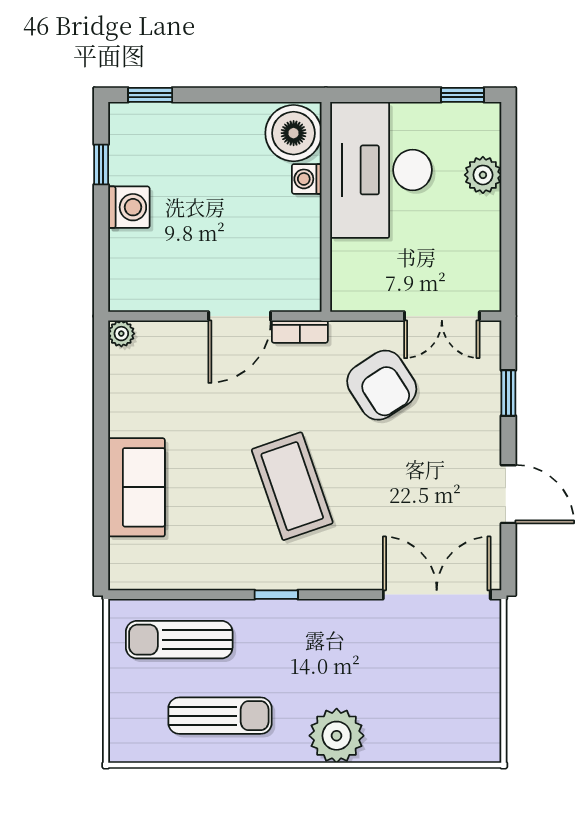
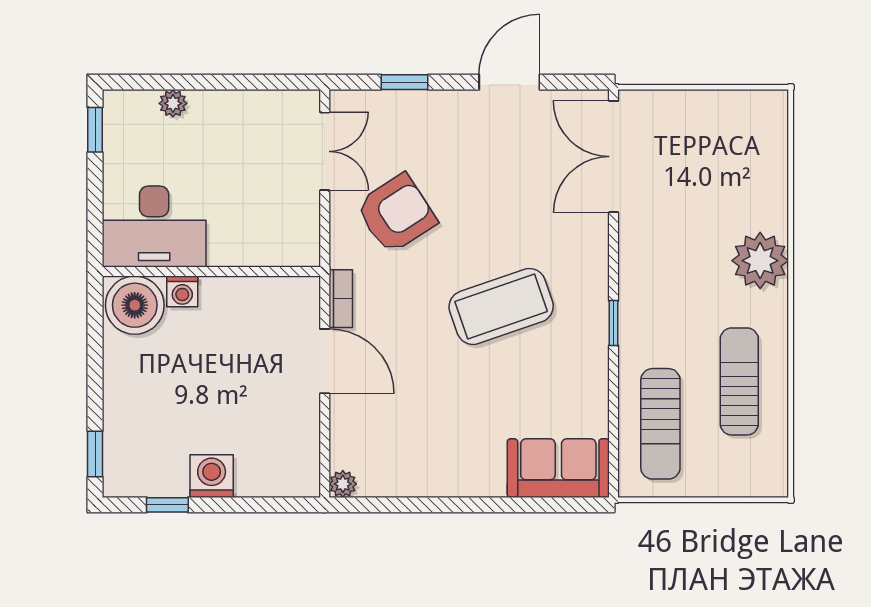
desk: (381, 170) -> (154, 227), width x0.73, depth x0.77
plant: (483, 175) -> (173, 103), width x0.73, depth x0.73
sofa: (136, 487) -> (558, 468), moved

